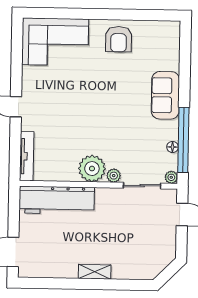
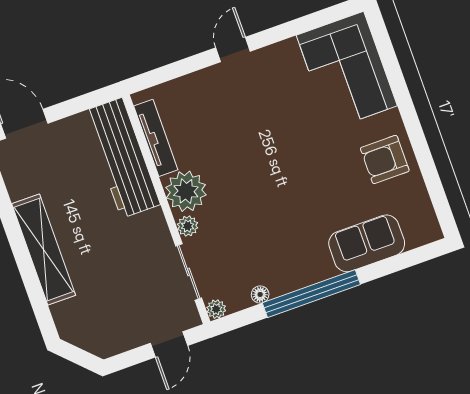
sofa: (165, 95) -> (367, 243), moved
window: (183, 140) -> (311, 294), moved
tv unit: (27, 156) -> (156, 138), moved, turned -90
shelving: (95, 272) -> (44, 249), width x2.20, depth x1.33

